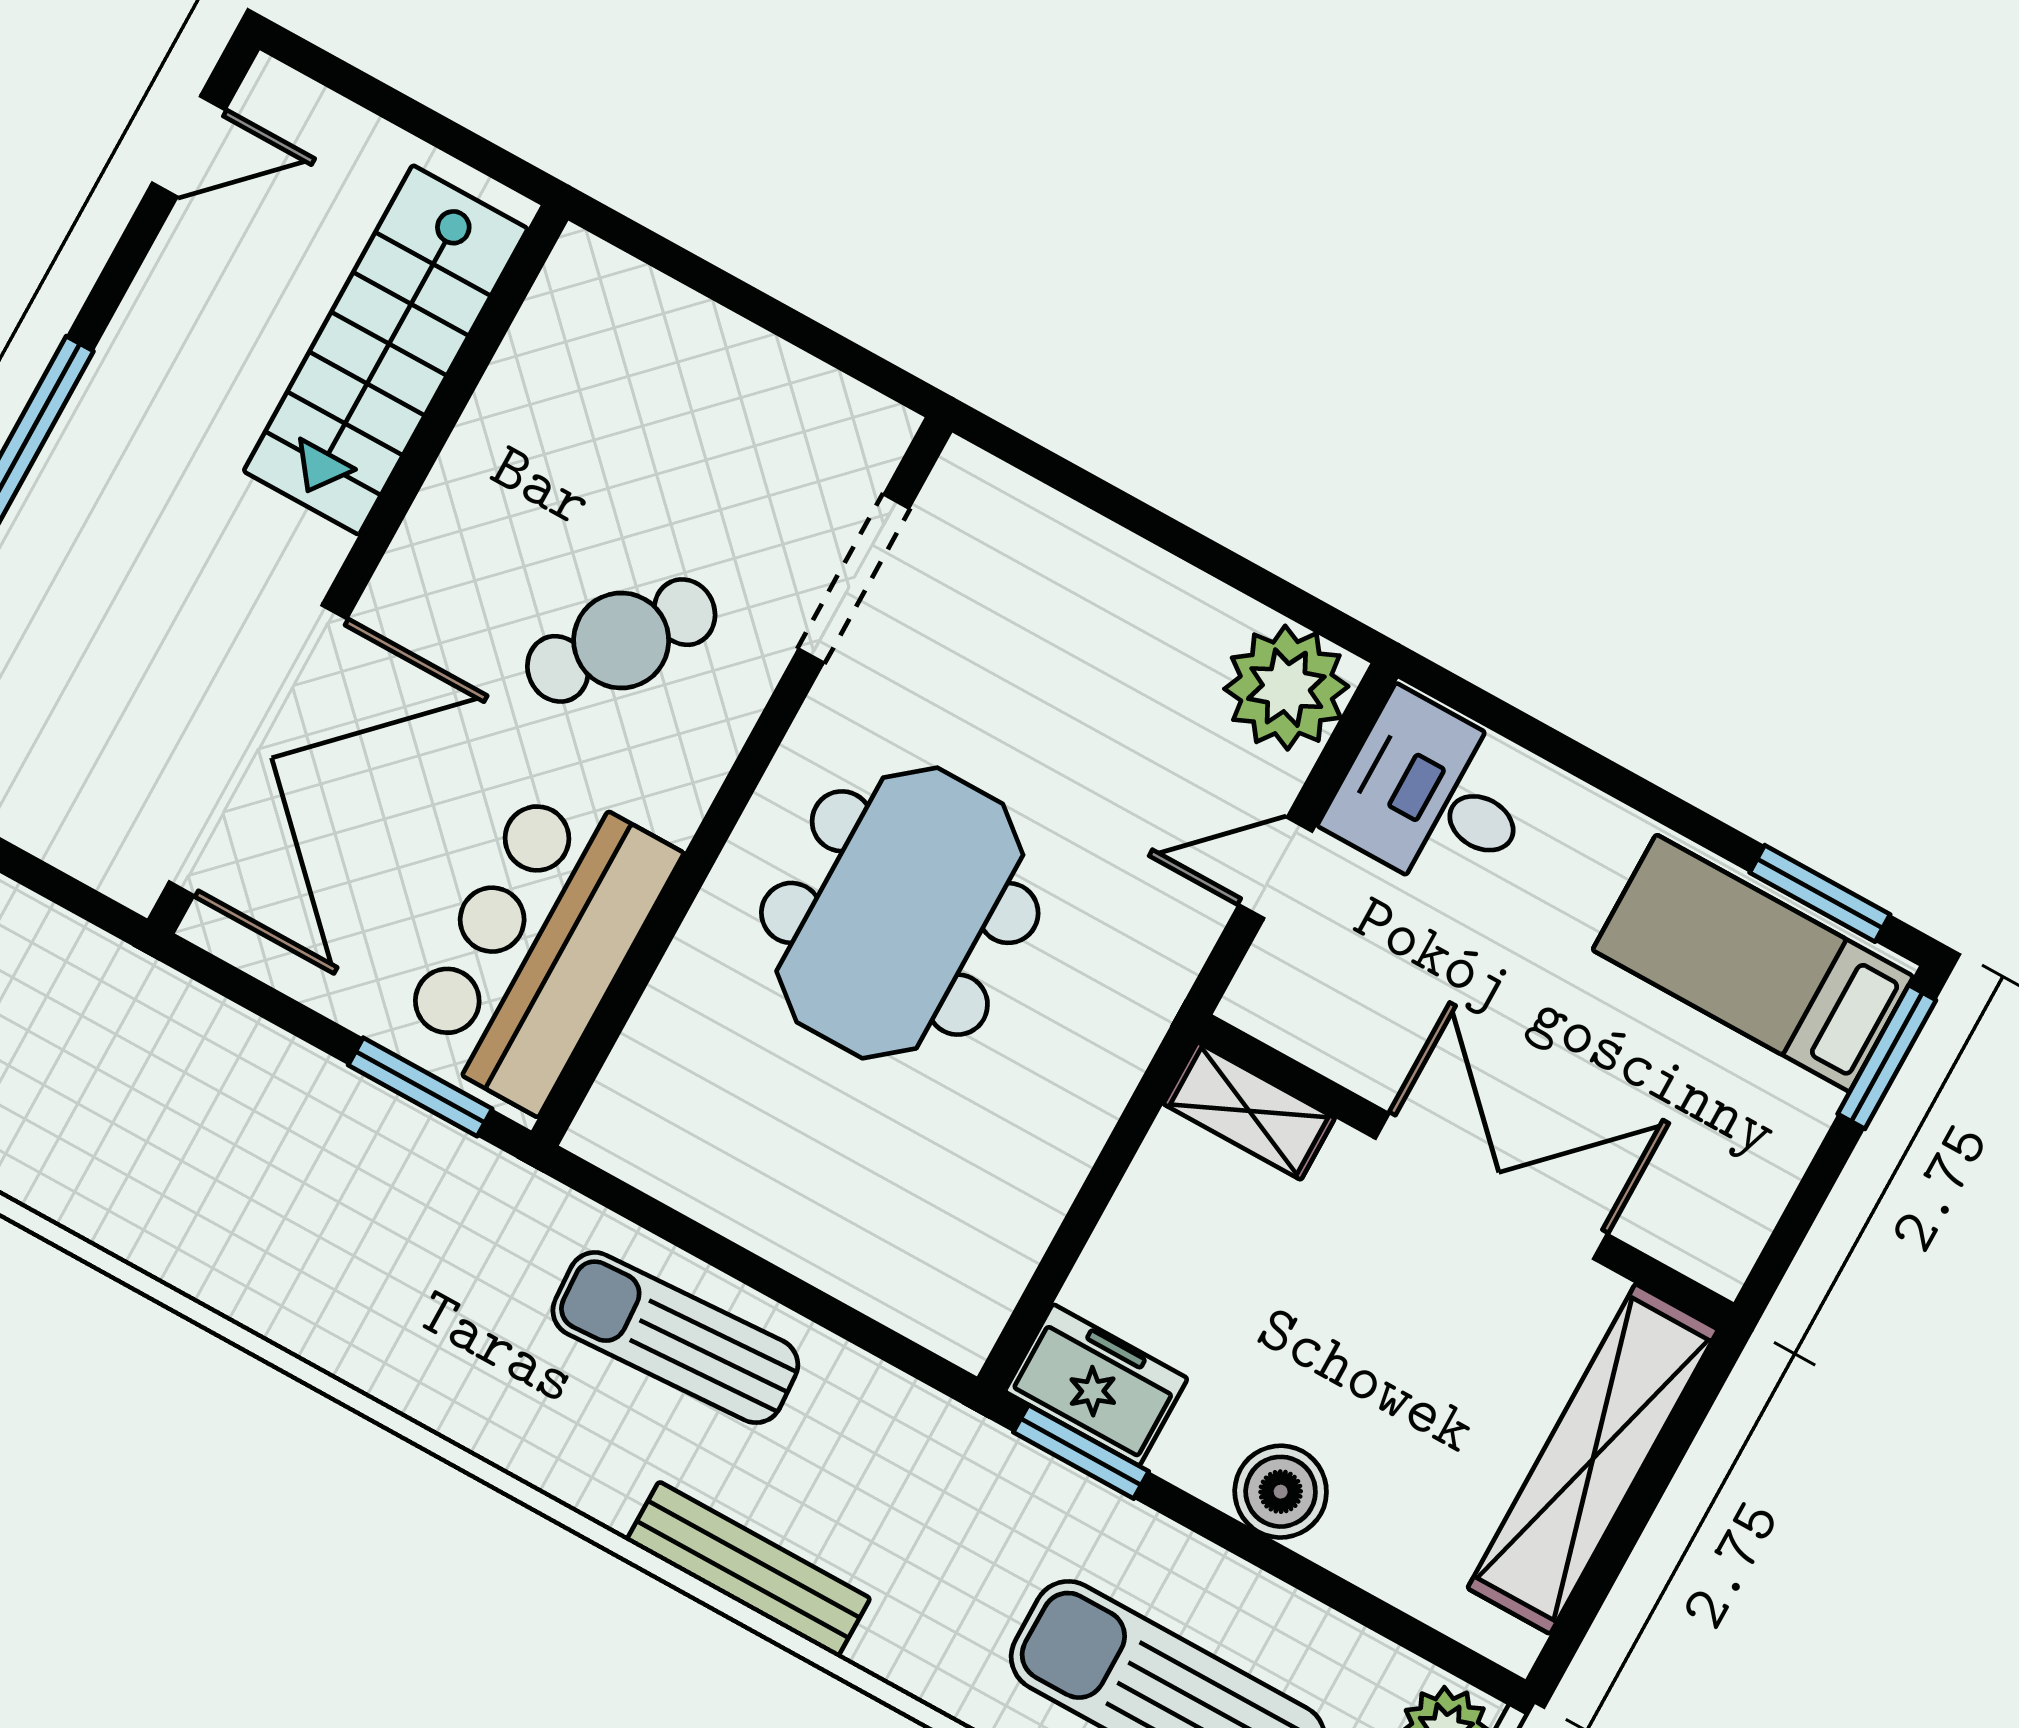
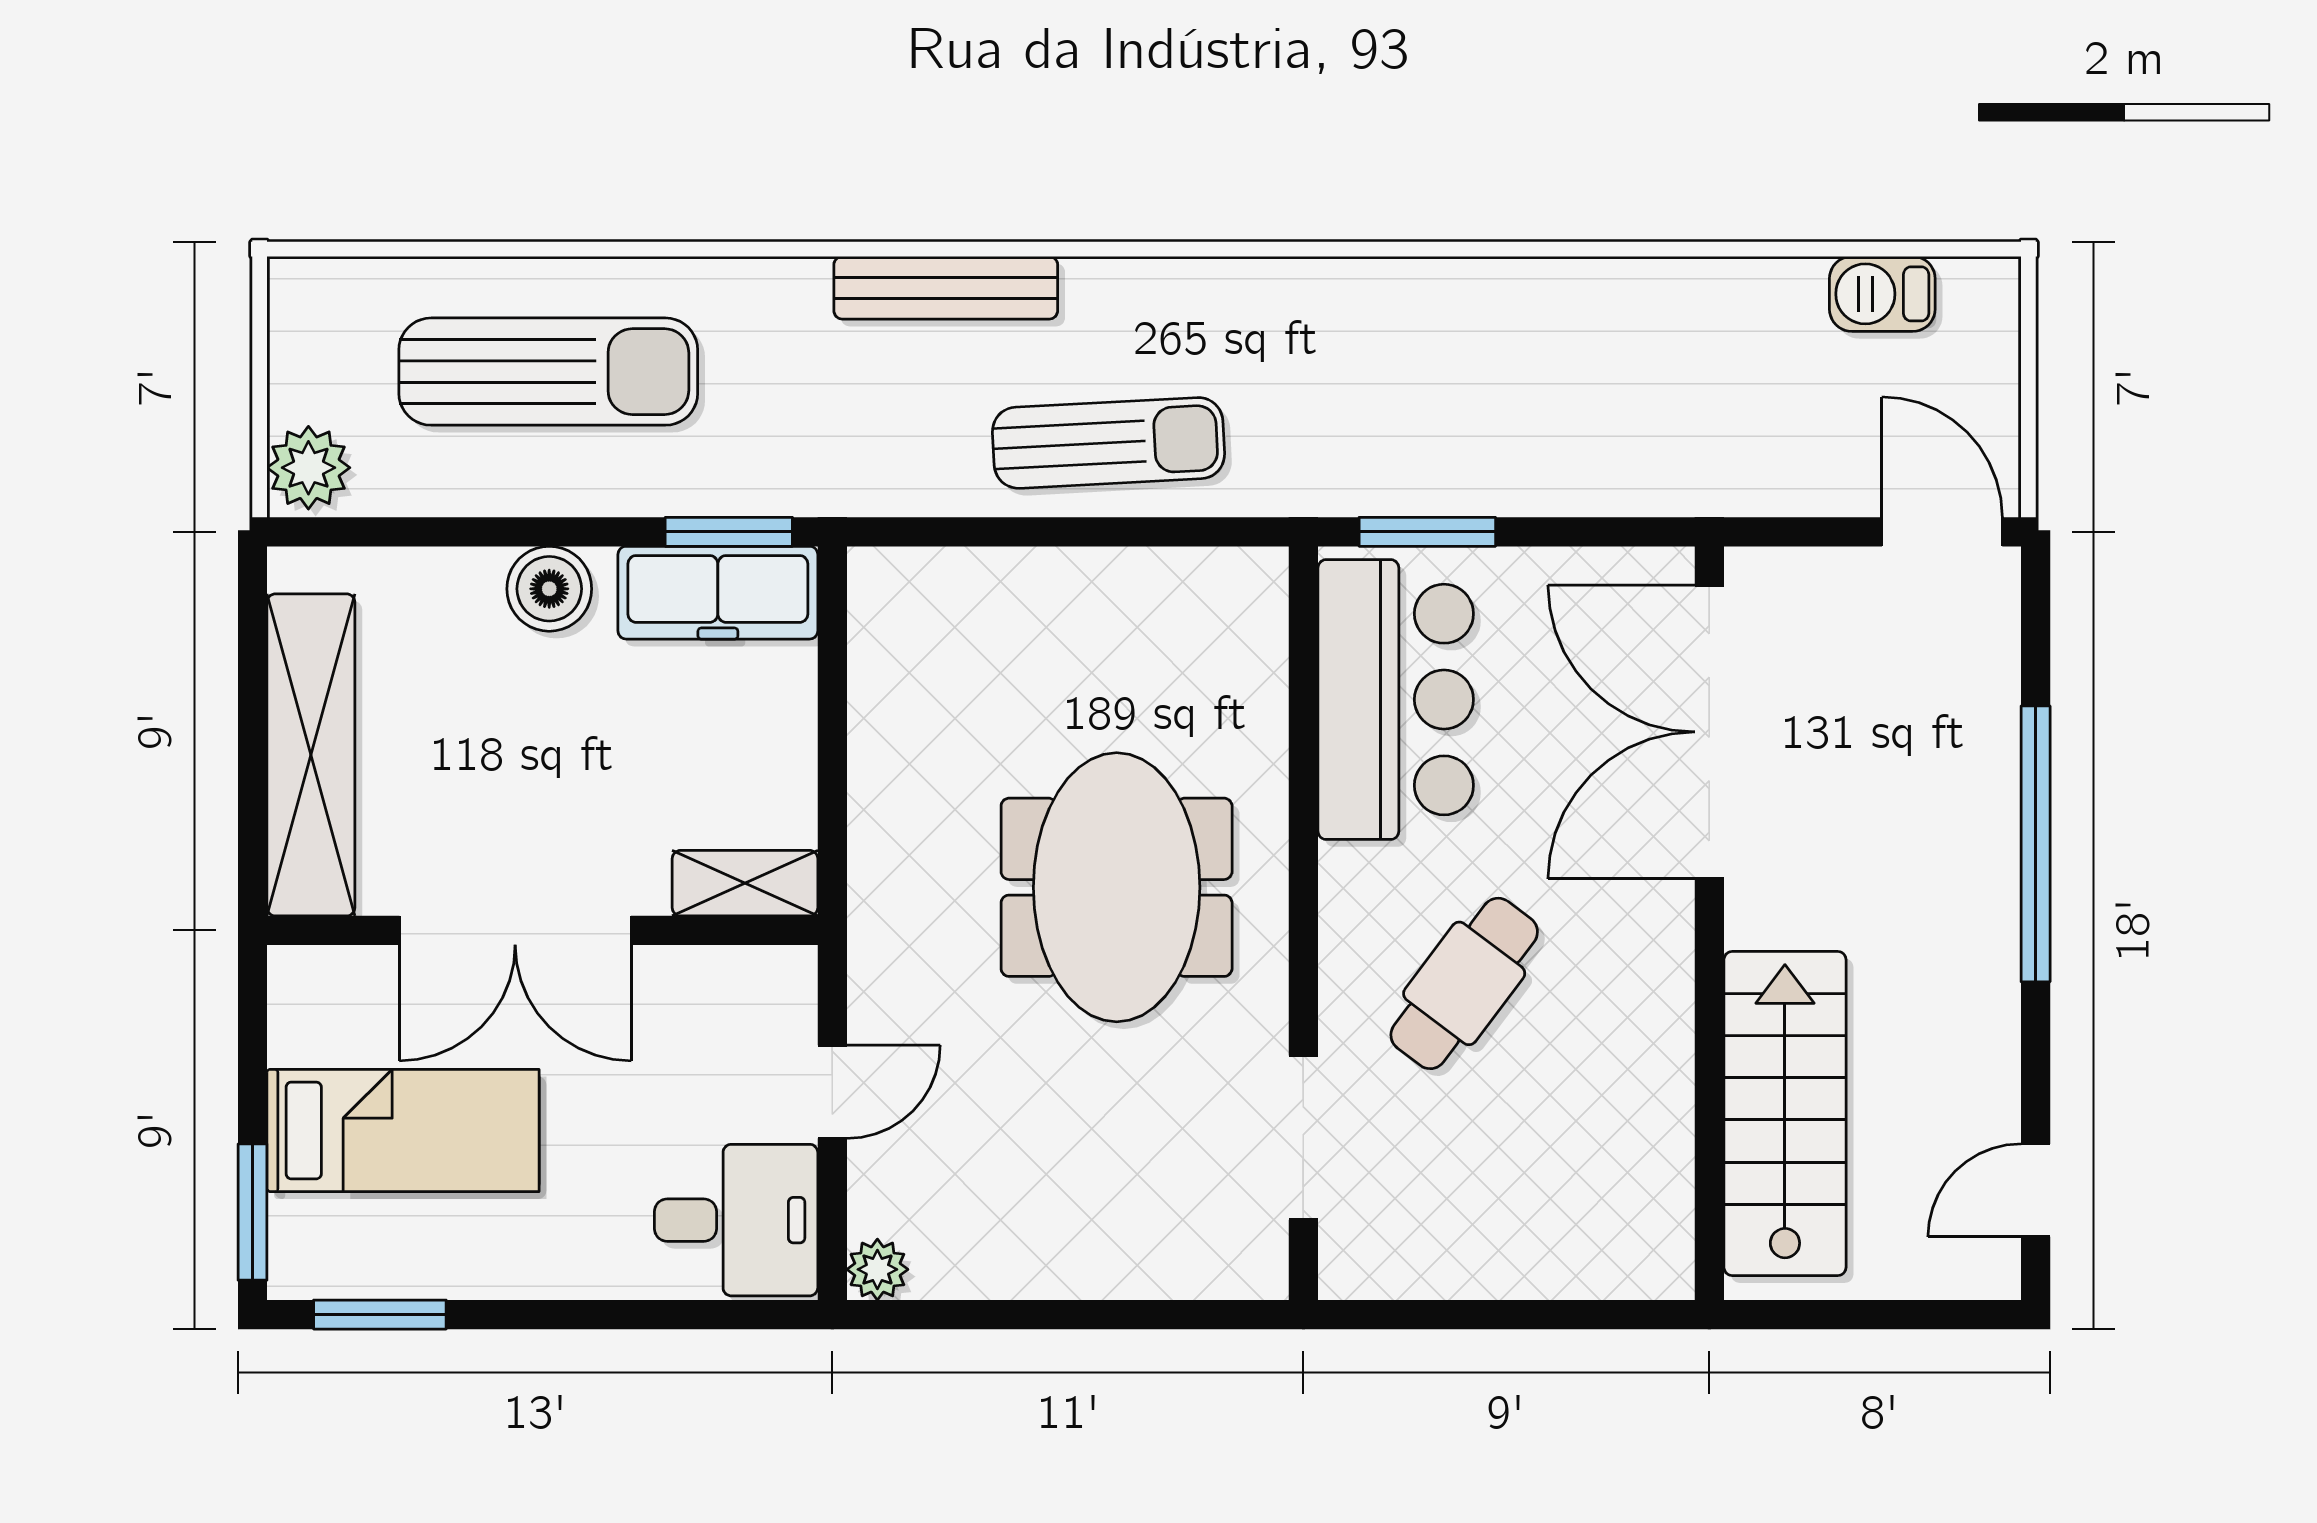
plant: (1286, 688) -> (877, 1269), width x0.53, depth x0.53
bed: (1753, 963) -> (403, 1130), moved
freezer: (1096, 1385) -> (718, 593), width x1.40

